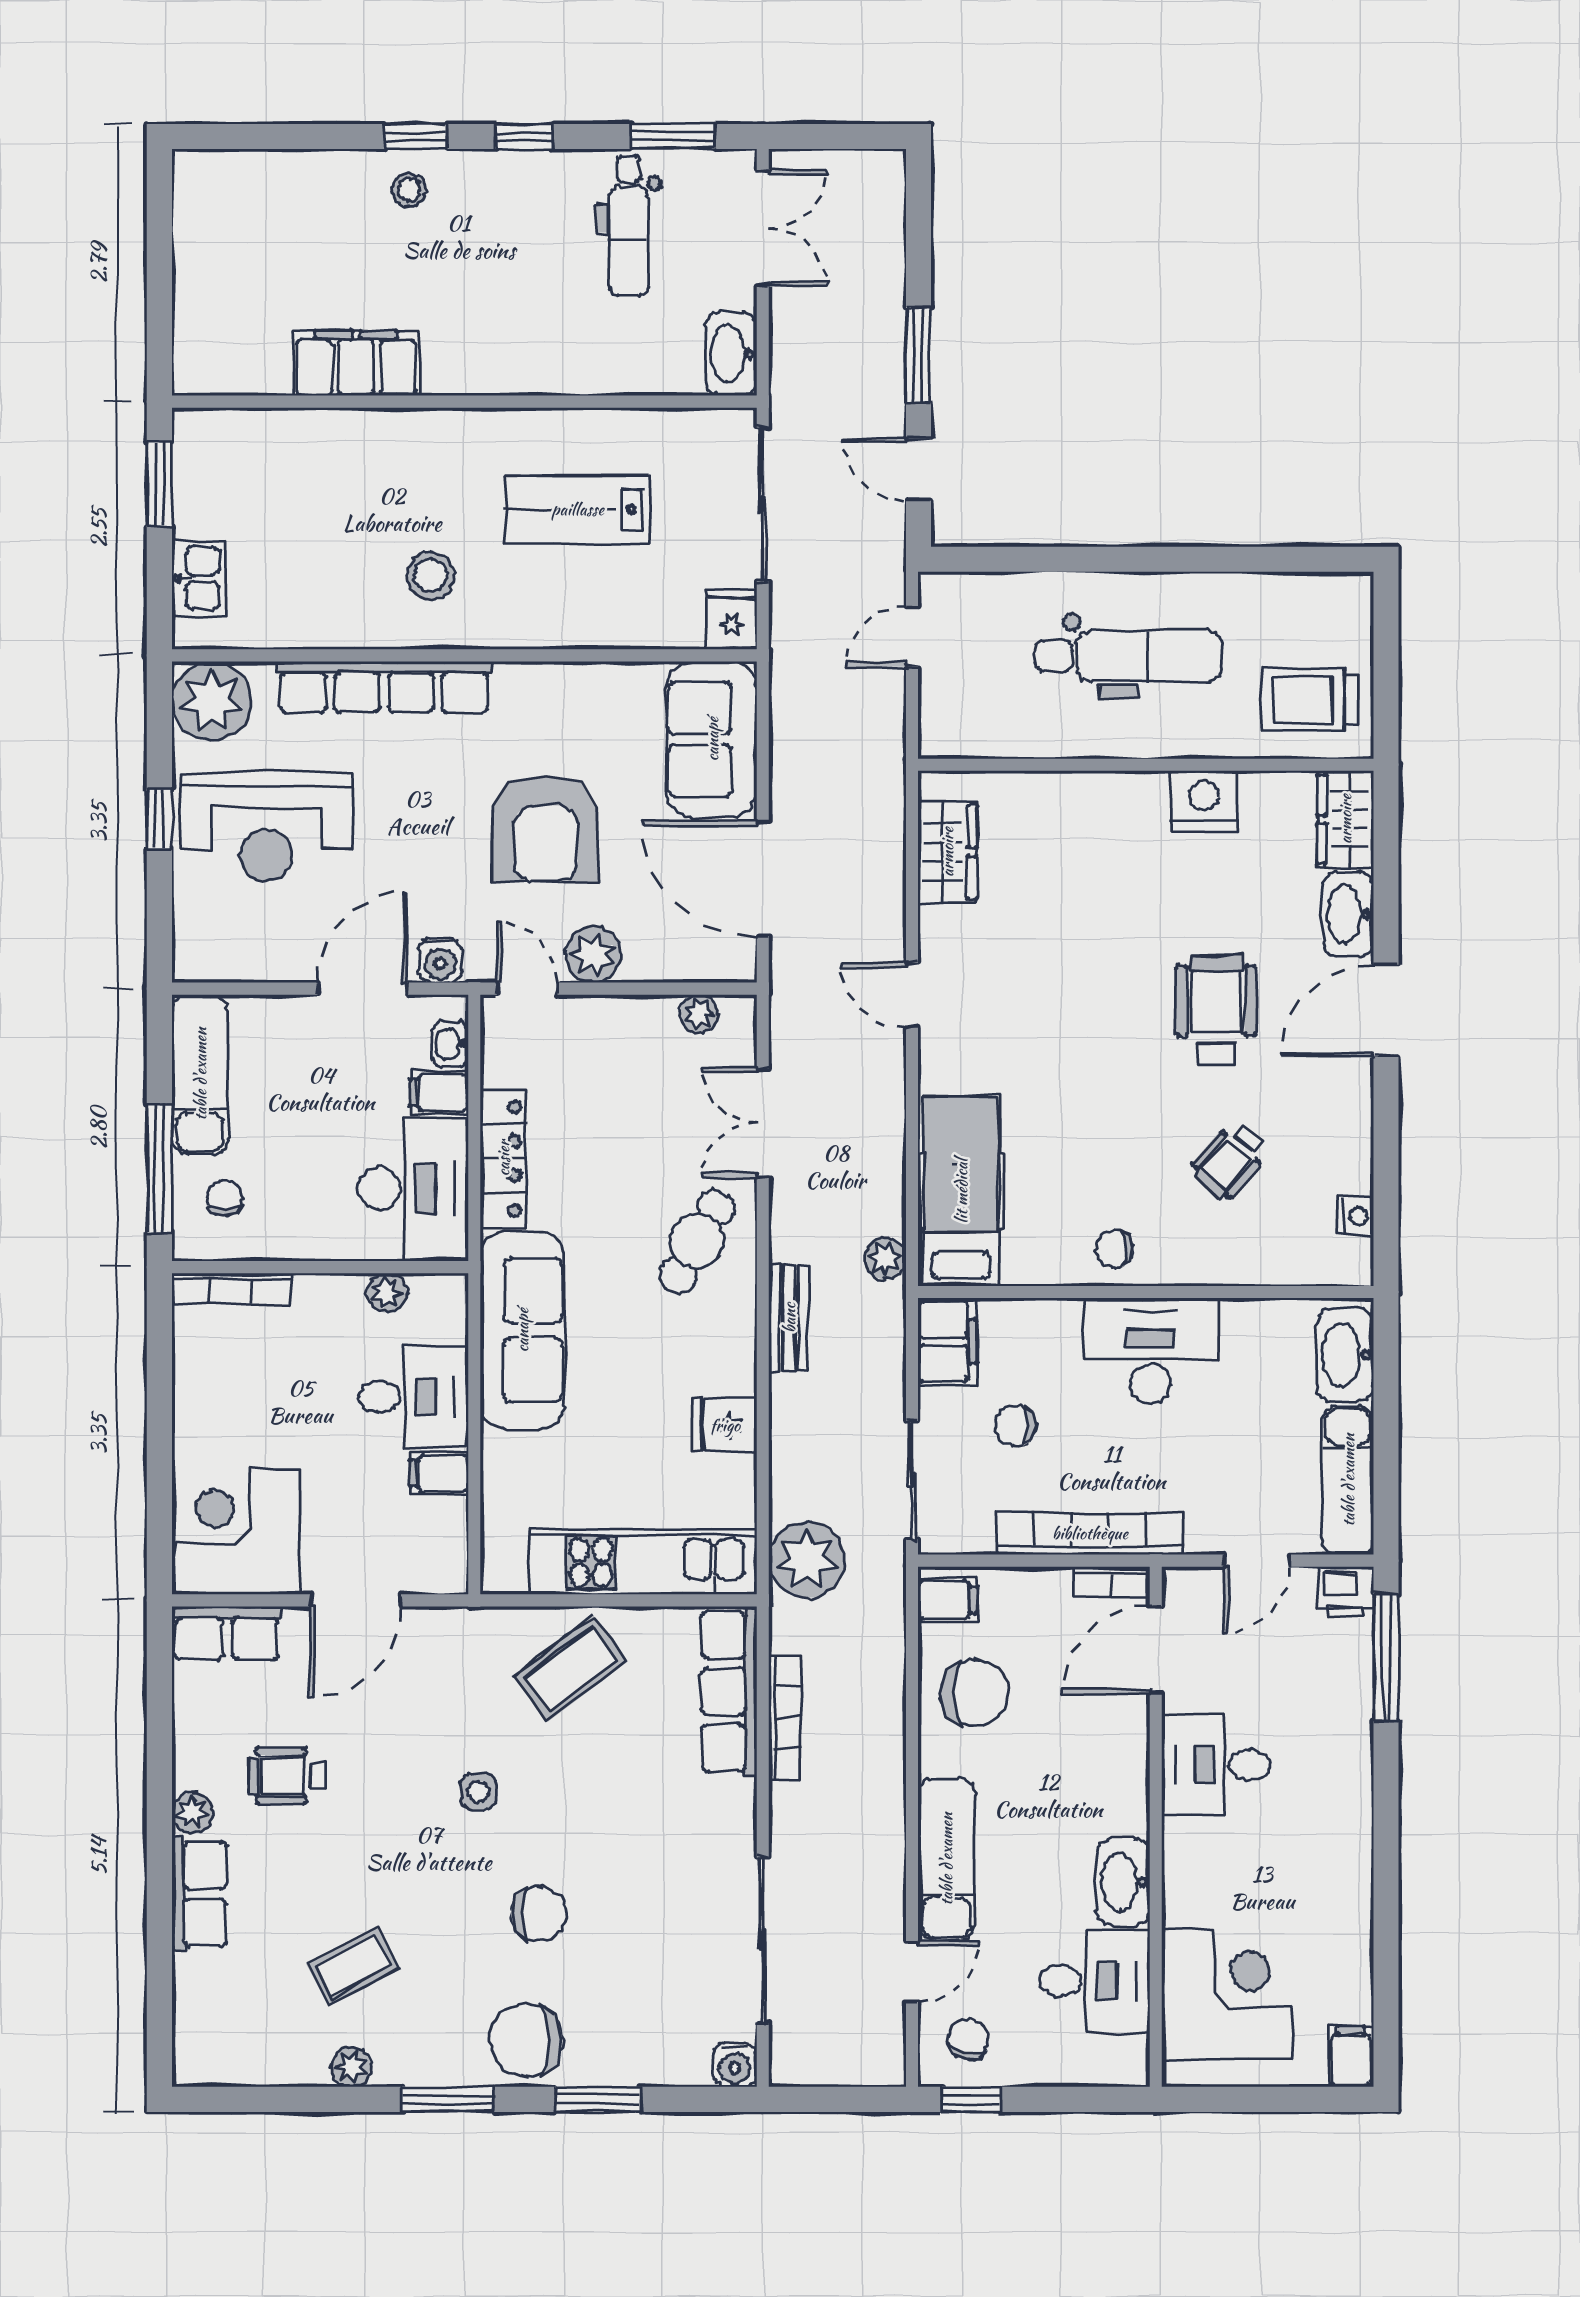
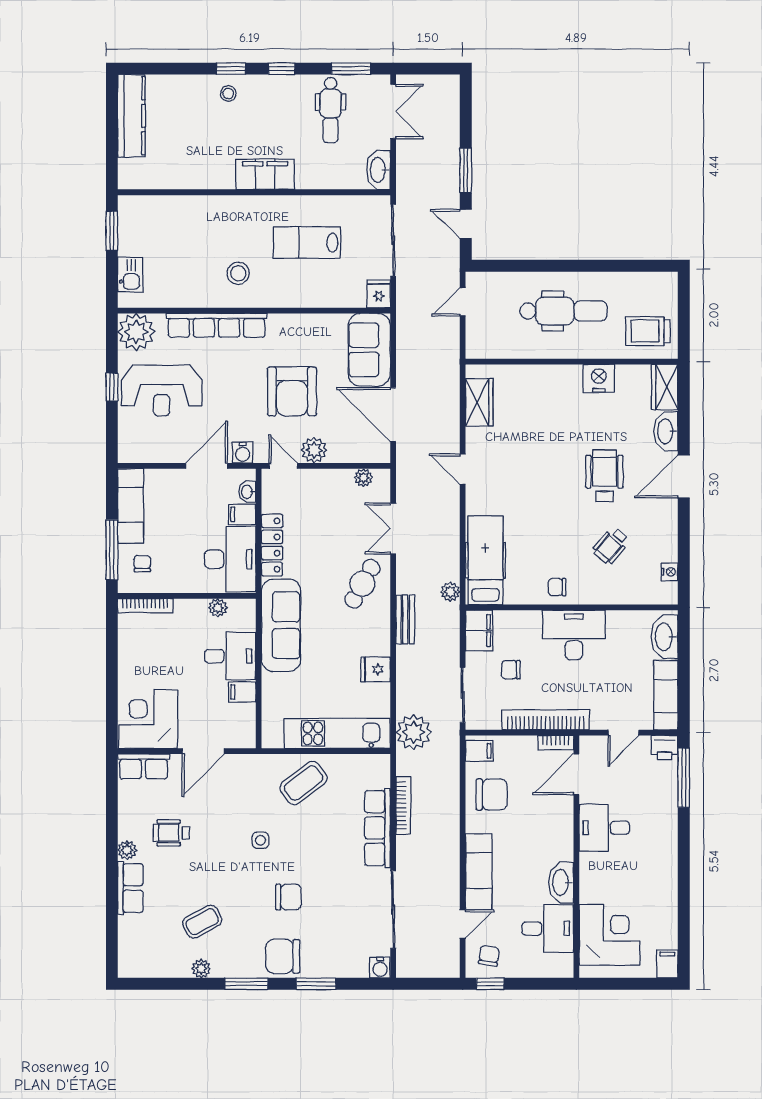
kitchen counter: (201, 237) -> (131, 116), added
filing cabinet: (356, 363) -> (265, 174), moved
row of seats: (729, 1691) -> (378, 828), moved

